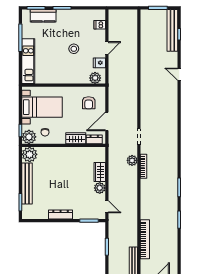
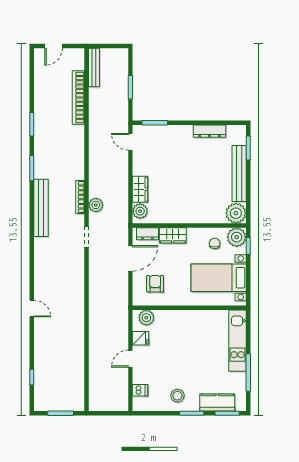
bench: (172, 30) -> (41, 208), moved
stool: (74, 49) -> (177, 396), moved
door: (179, 74) -> (32, 309), moved
plant: (100, 188) -> (140, 211), moved
dresser: (61, 215) -> (210, 131), moved

